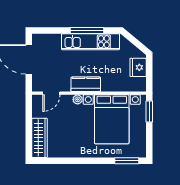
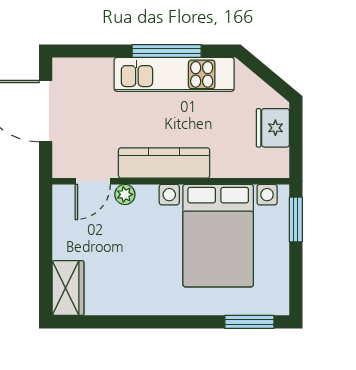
kitchen counter: (86, 84) -> (164, 163), width x1.50
plant: (78, 99) -> (125, 194), moved
wardrobe: (40, 138) -> (68, 288), width x0.67

